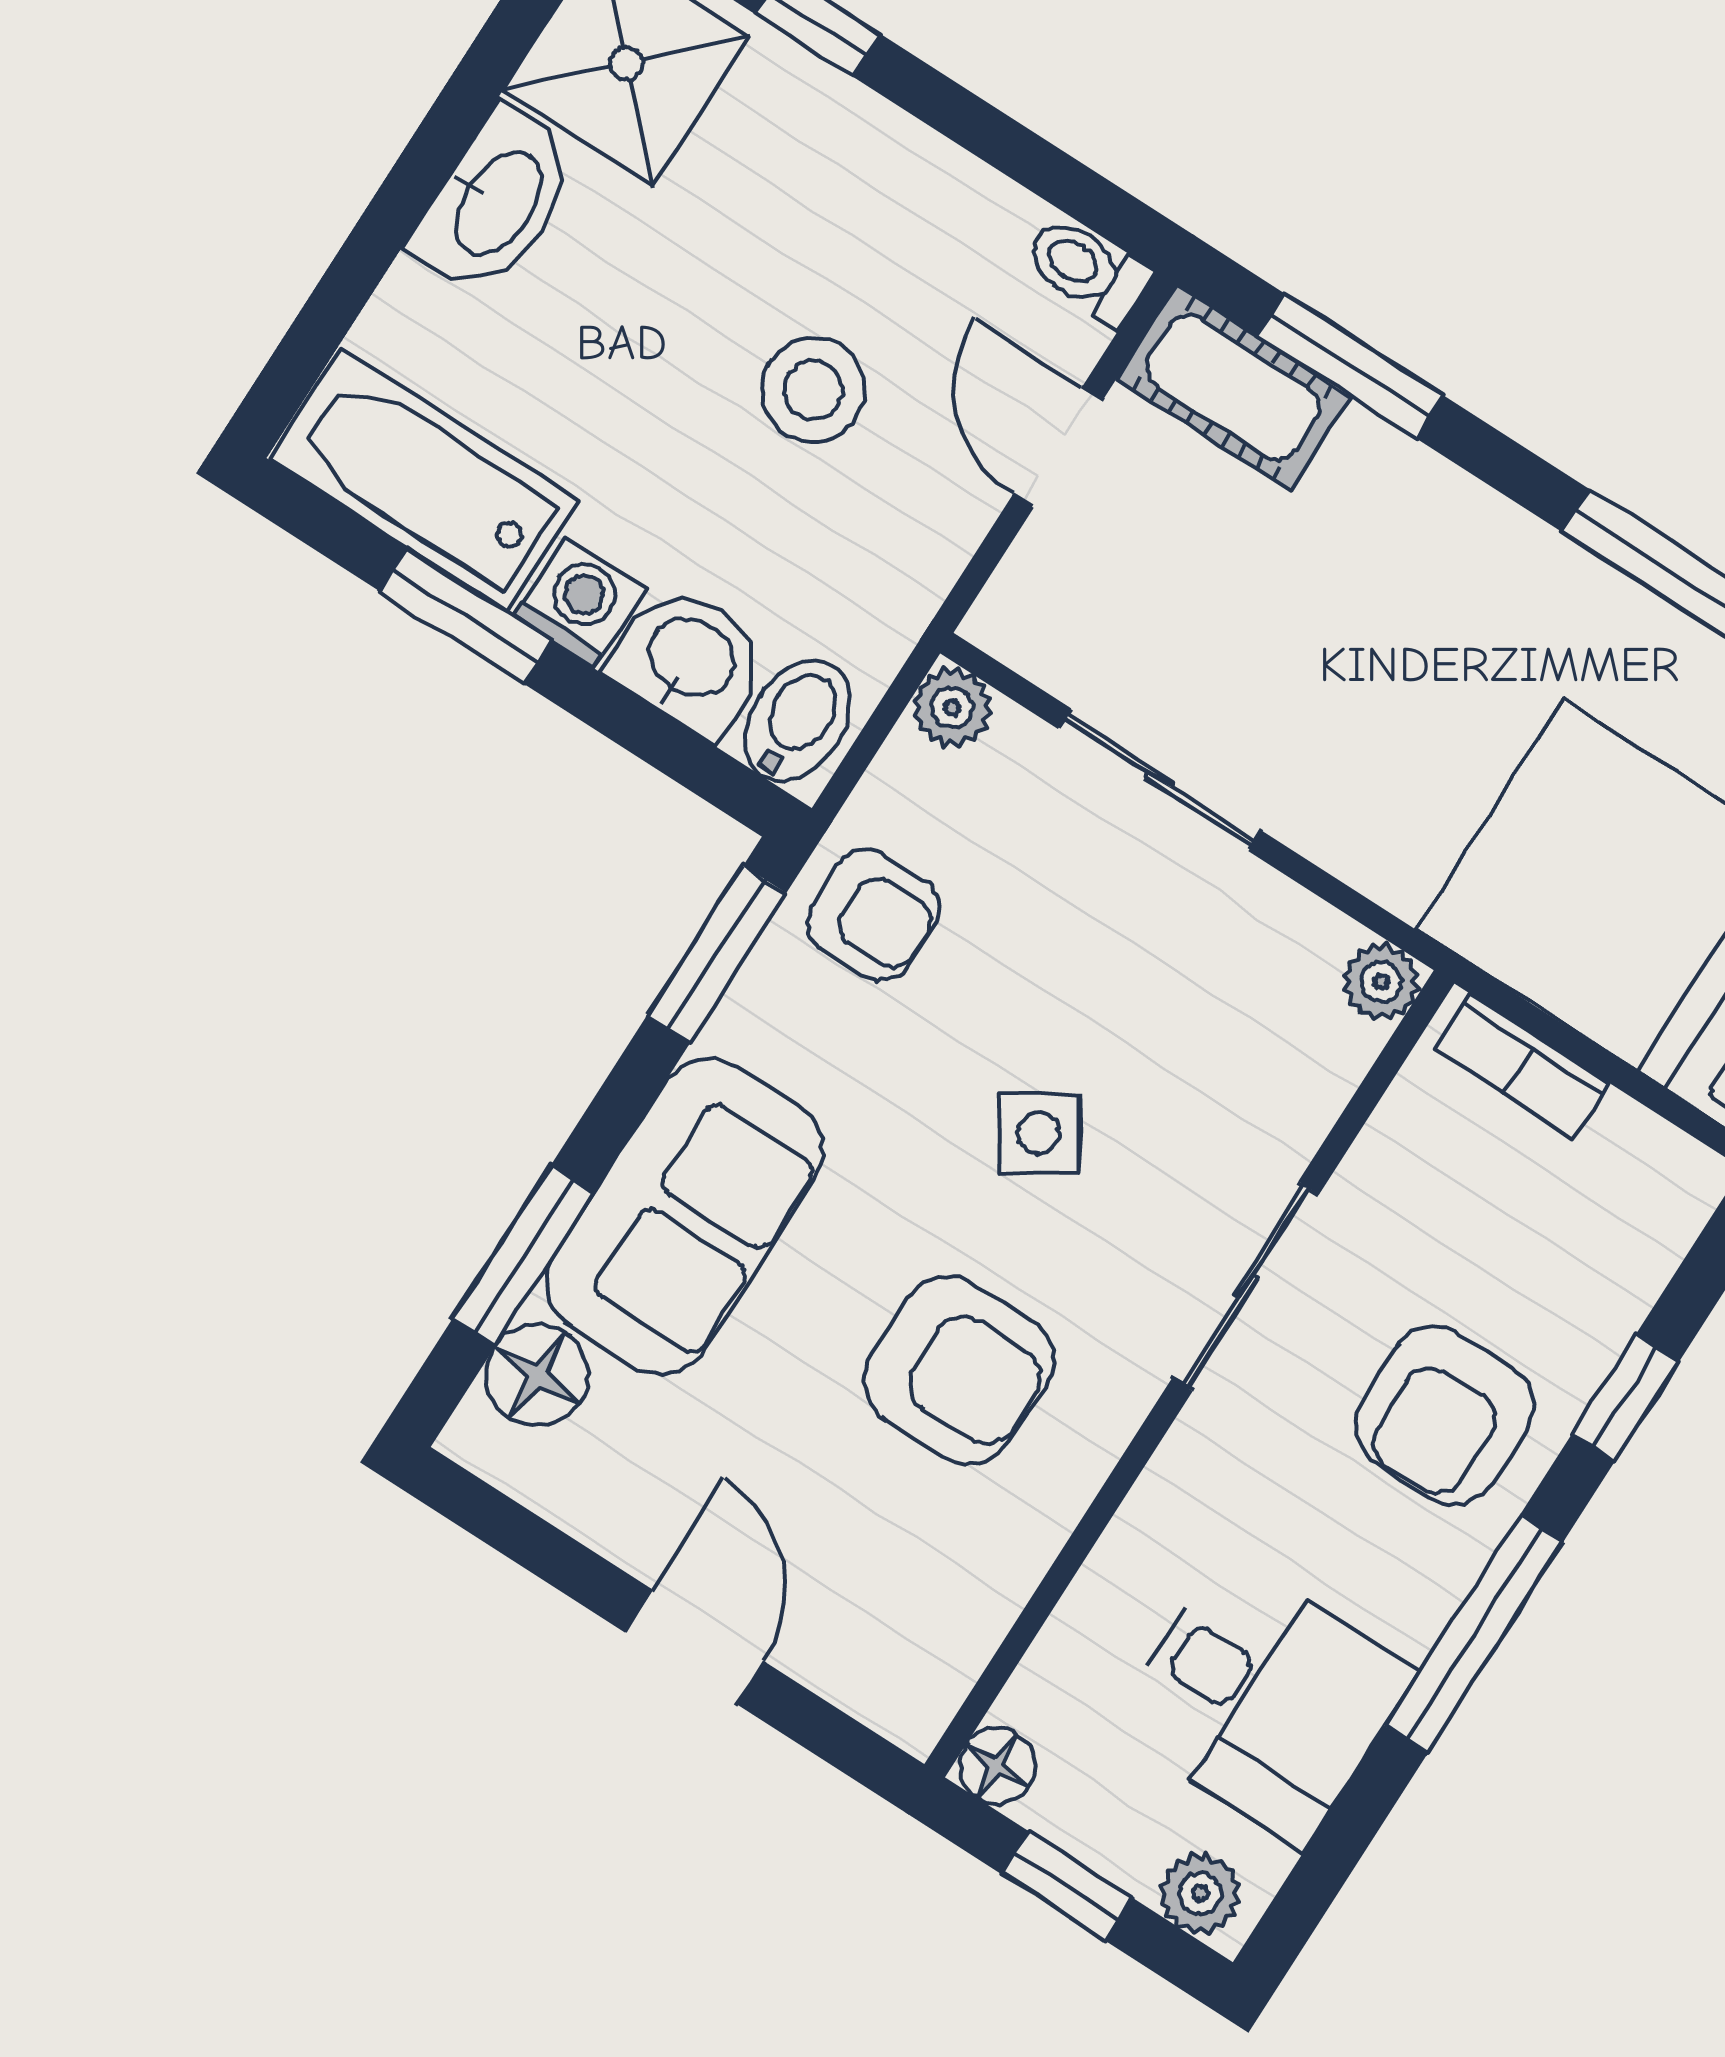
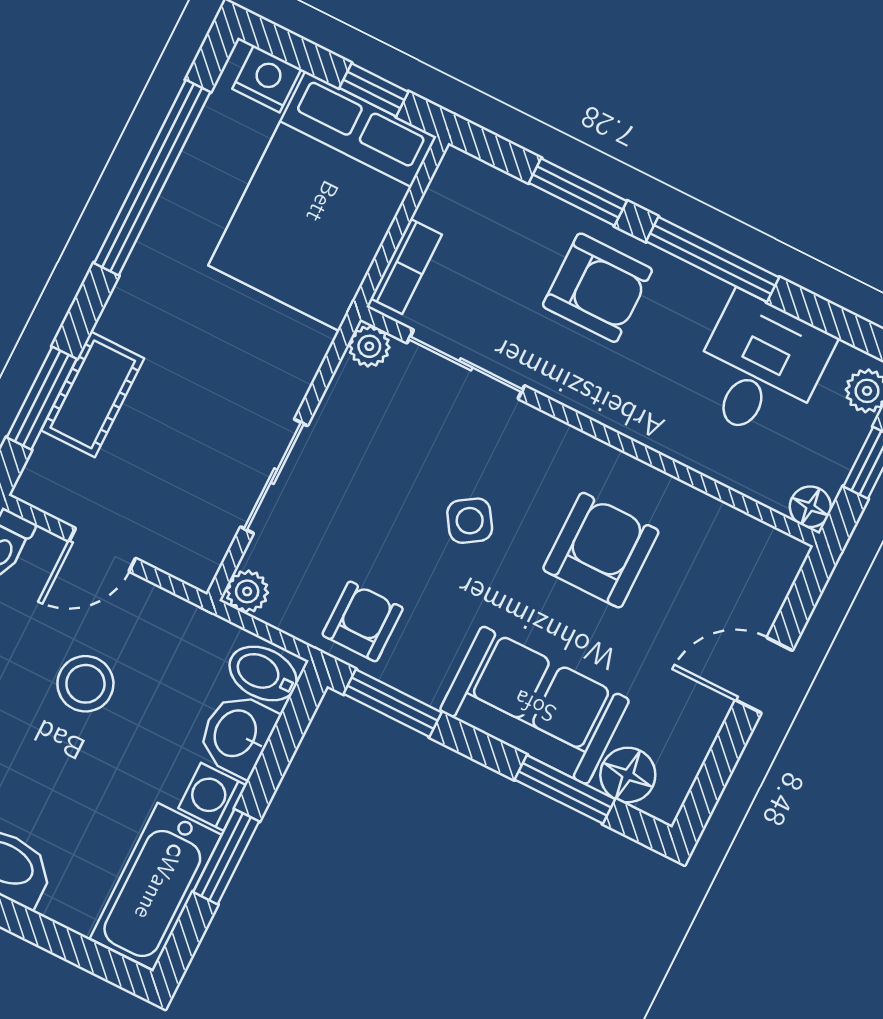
cot: (1233, 388) -> (93, 394), moved
sliding door: (1246, 1286) -> (466, 364), moved
window: (1625, 1398) -> (578, 192), width x1.50

